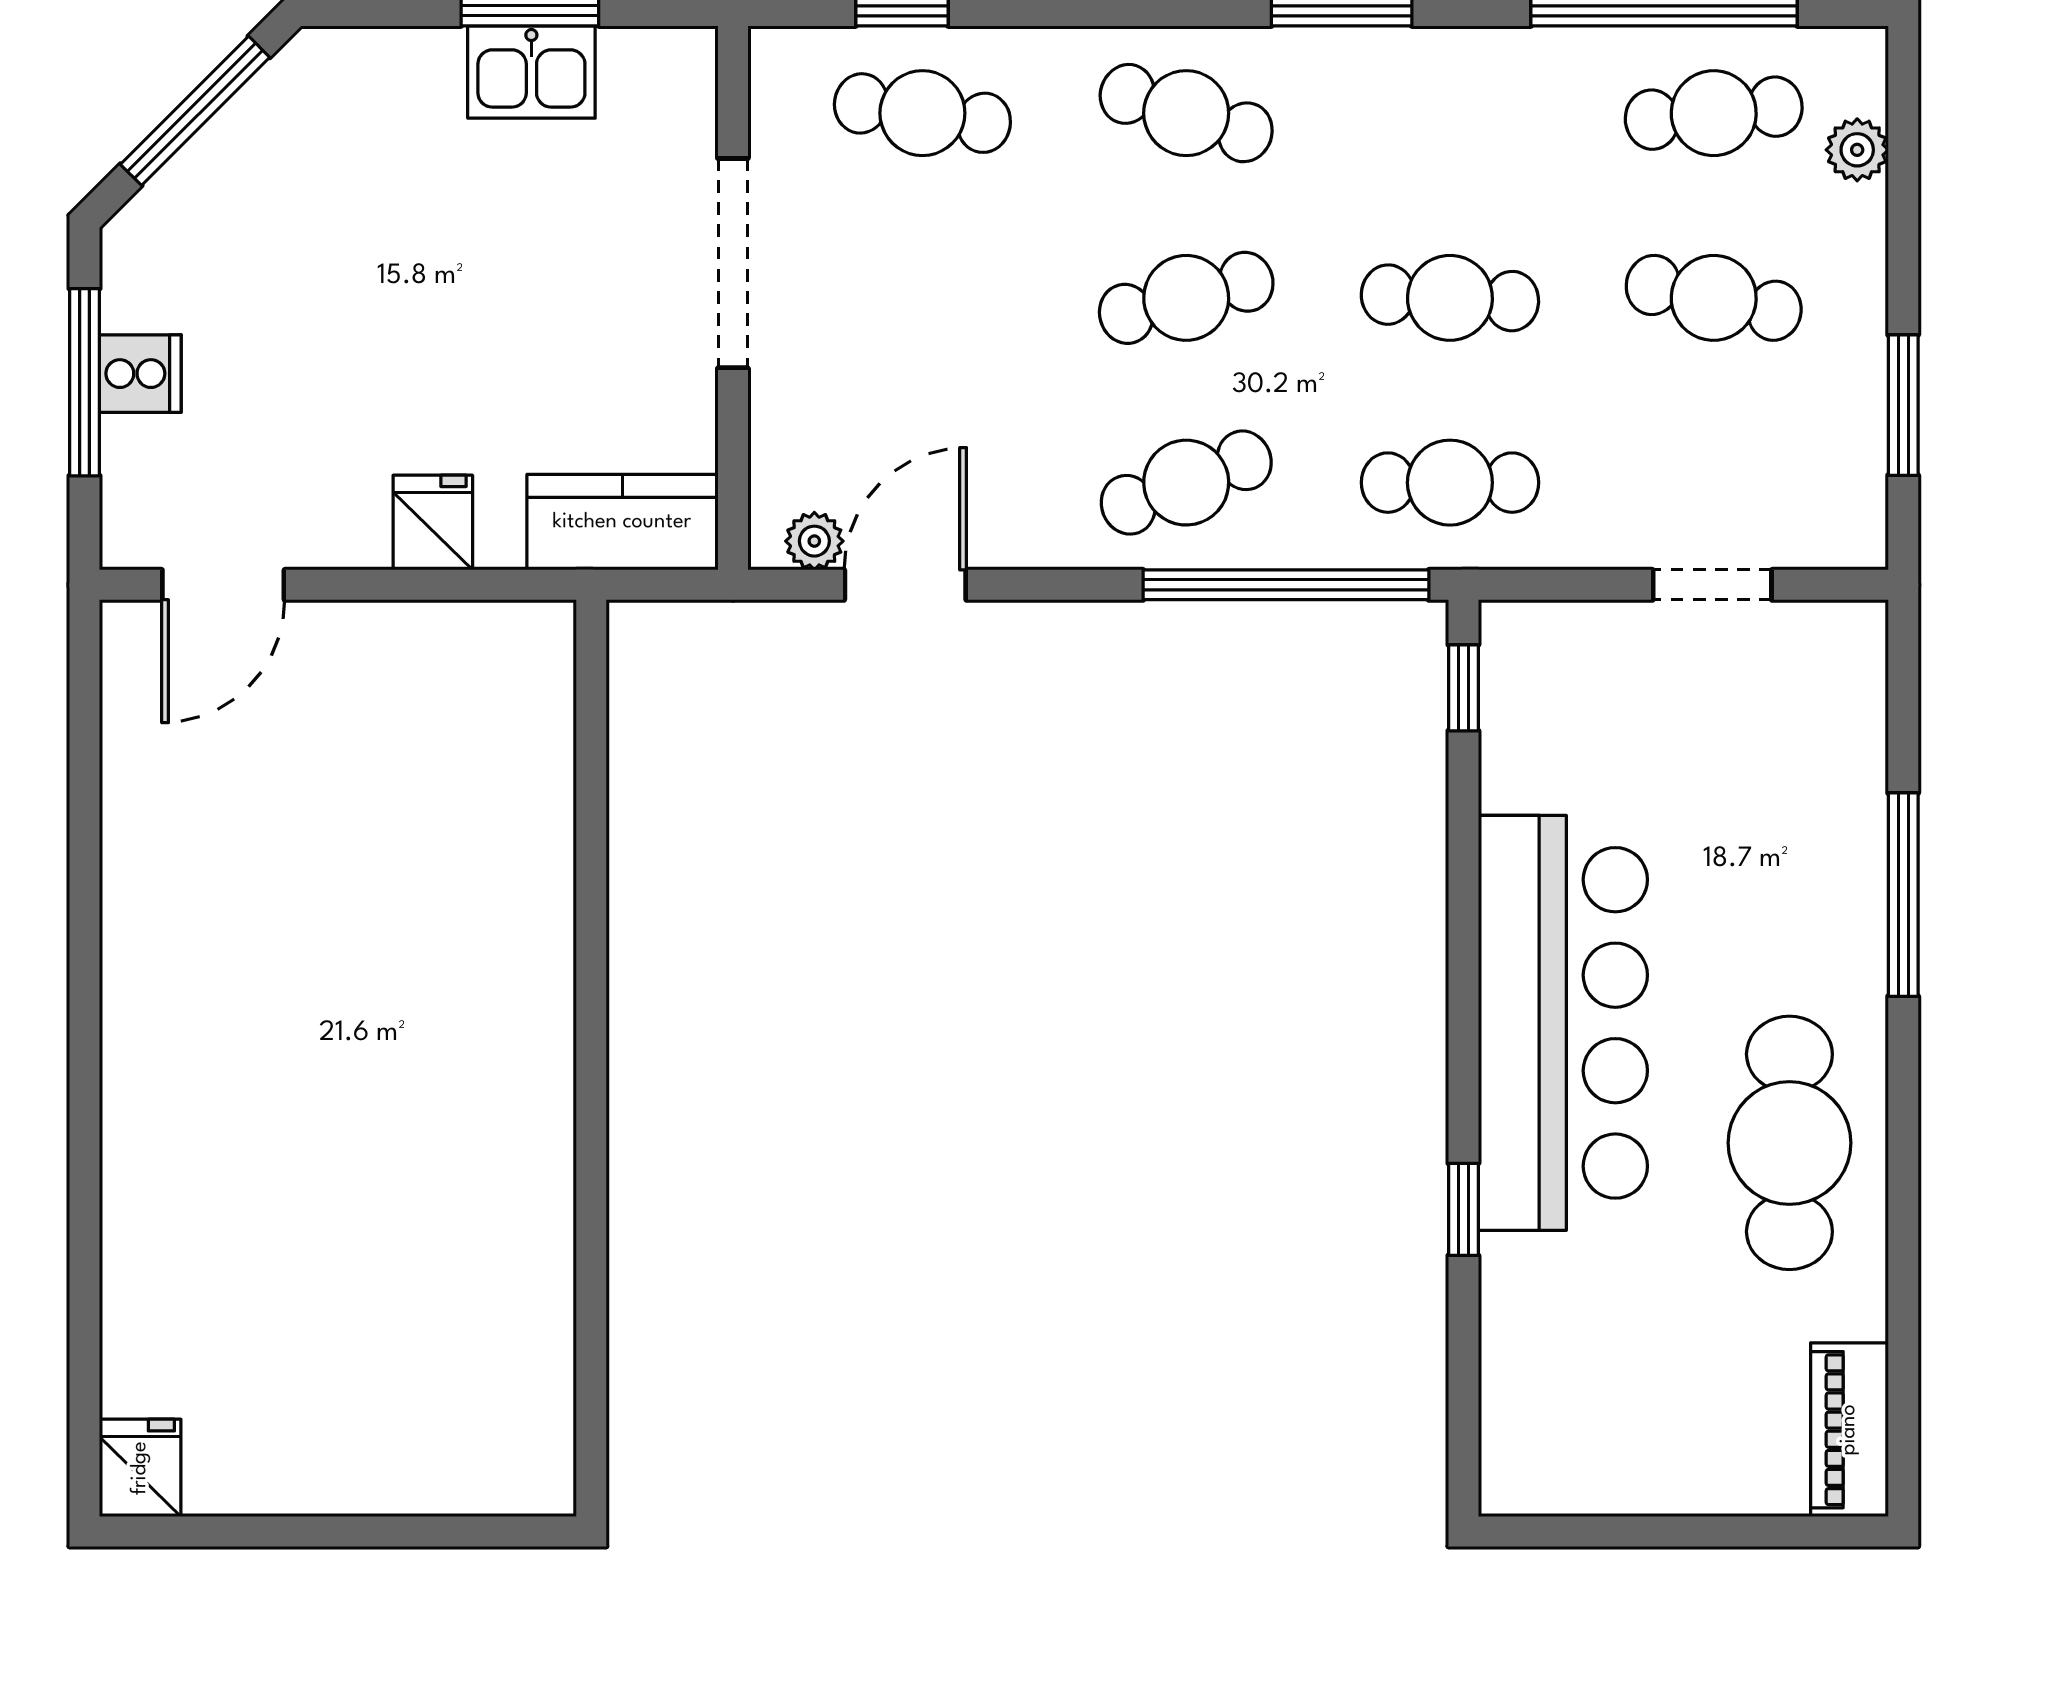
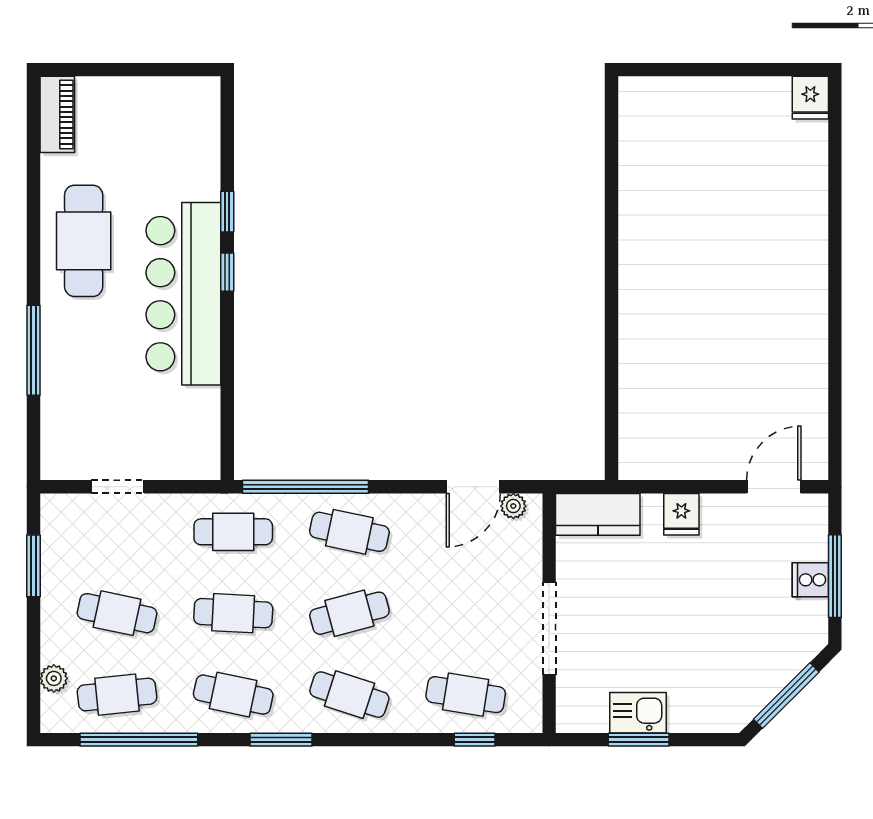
cafe table: (1450, 113) -> (233, 695), added
cafe table: (1186, 483) -> (349, 532), turned 33
window: (1463, 688) -> (227, 272), moved

